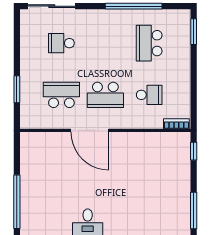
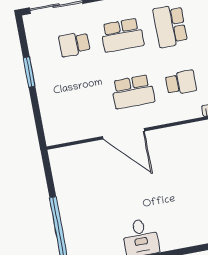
window: (17, 89) -> (29, 72), moved
school desk: (61, 95) -> (122, 35), moved, turned 180

